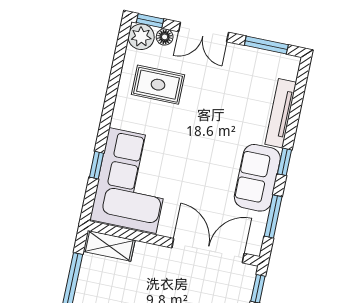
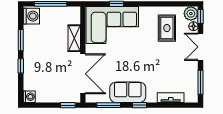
tv unit: (281, 113) -> (171, 98), width x0.71
shelving: (109, 246) -> (74, 38), moved

